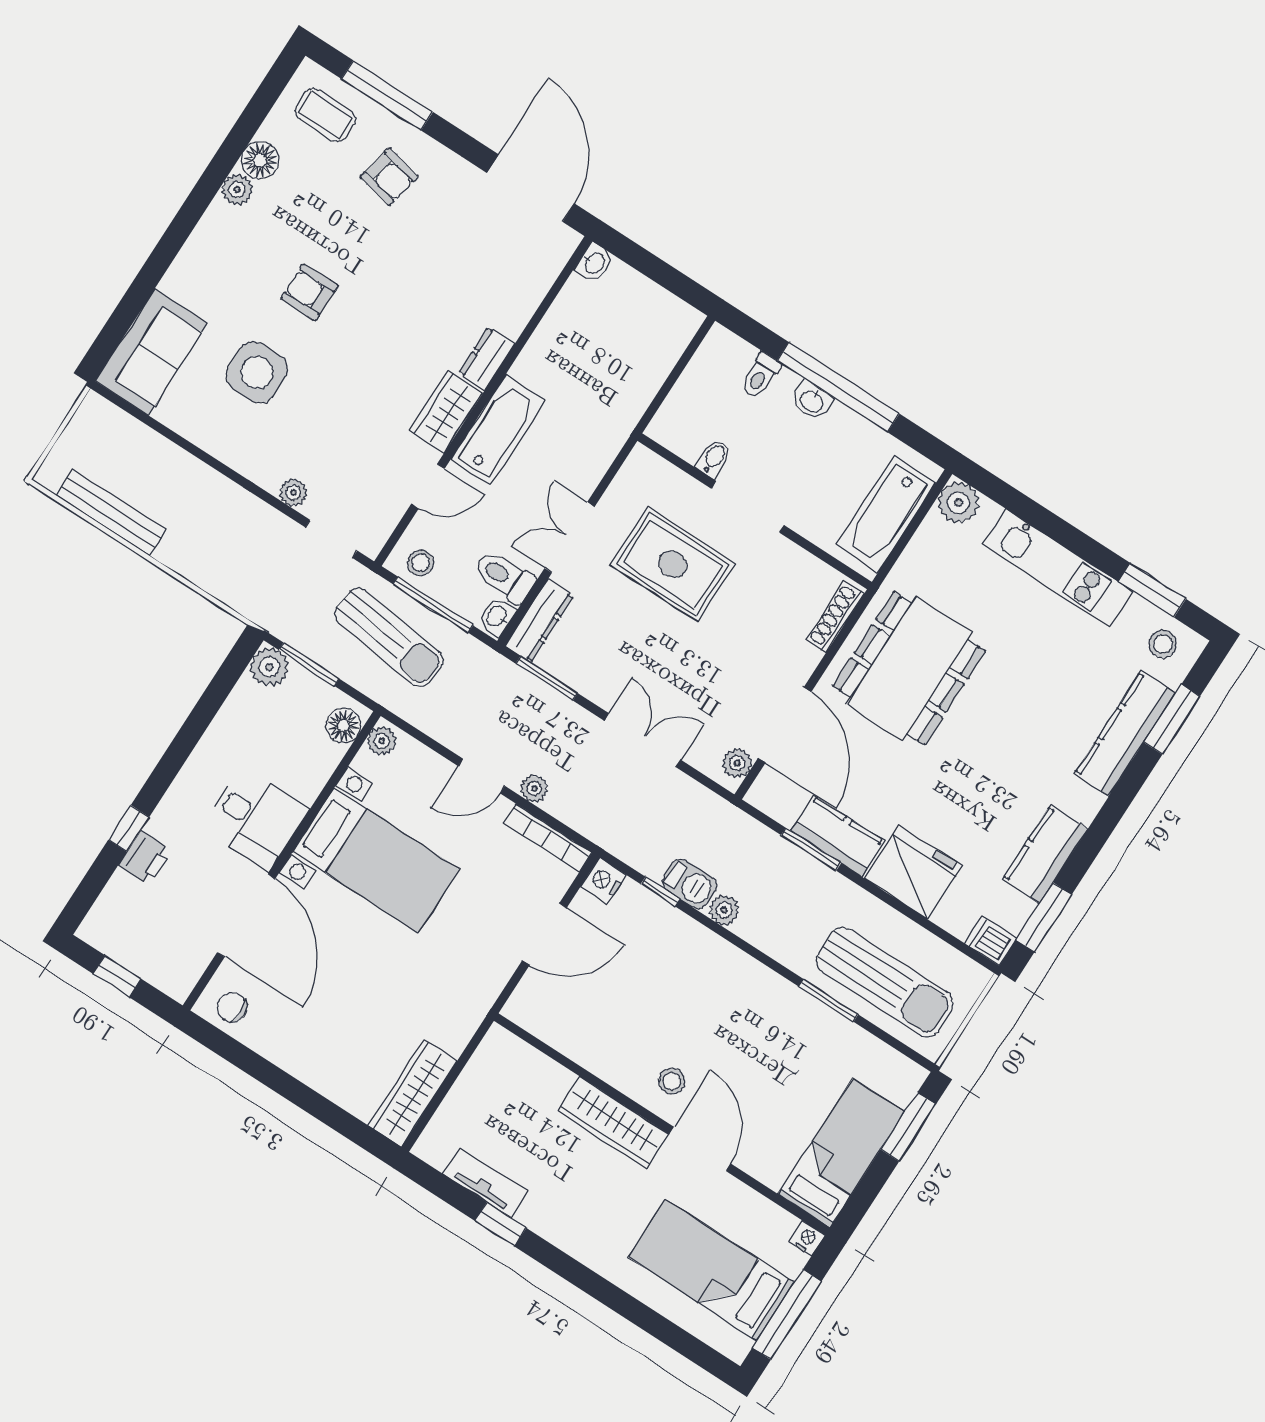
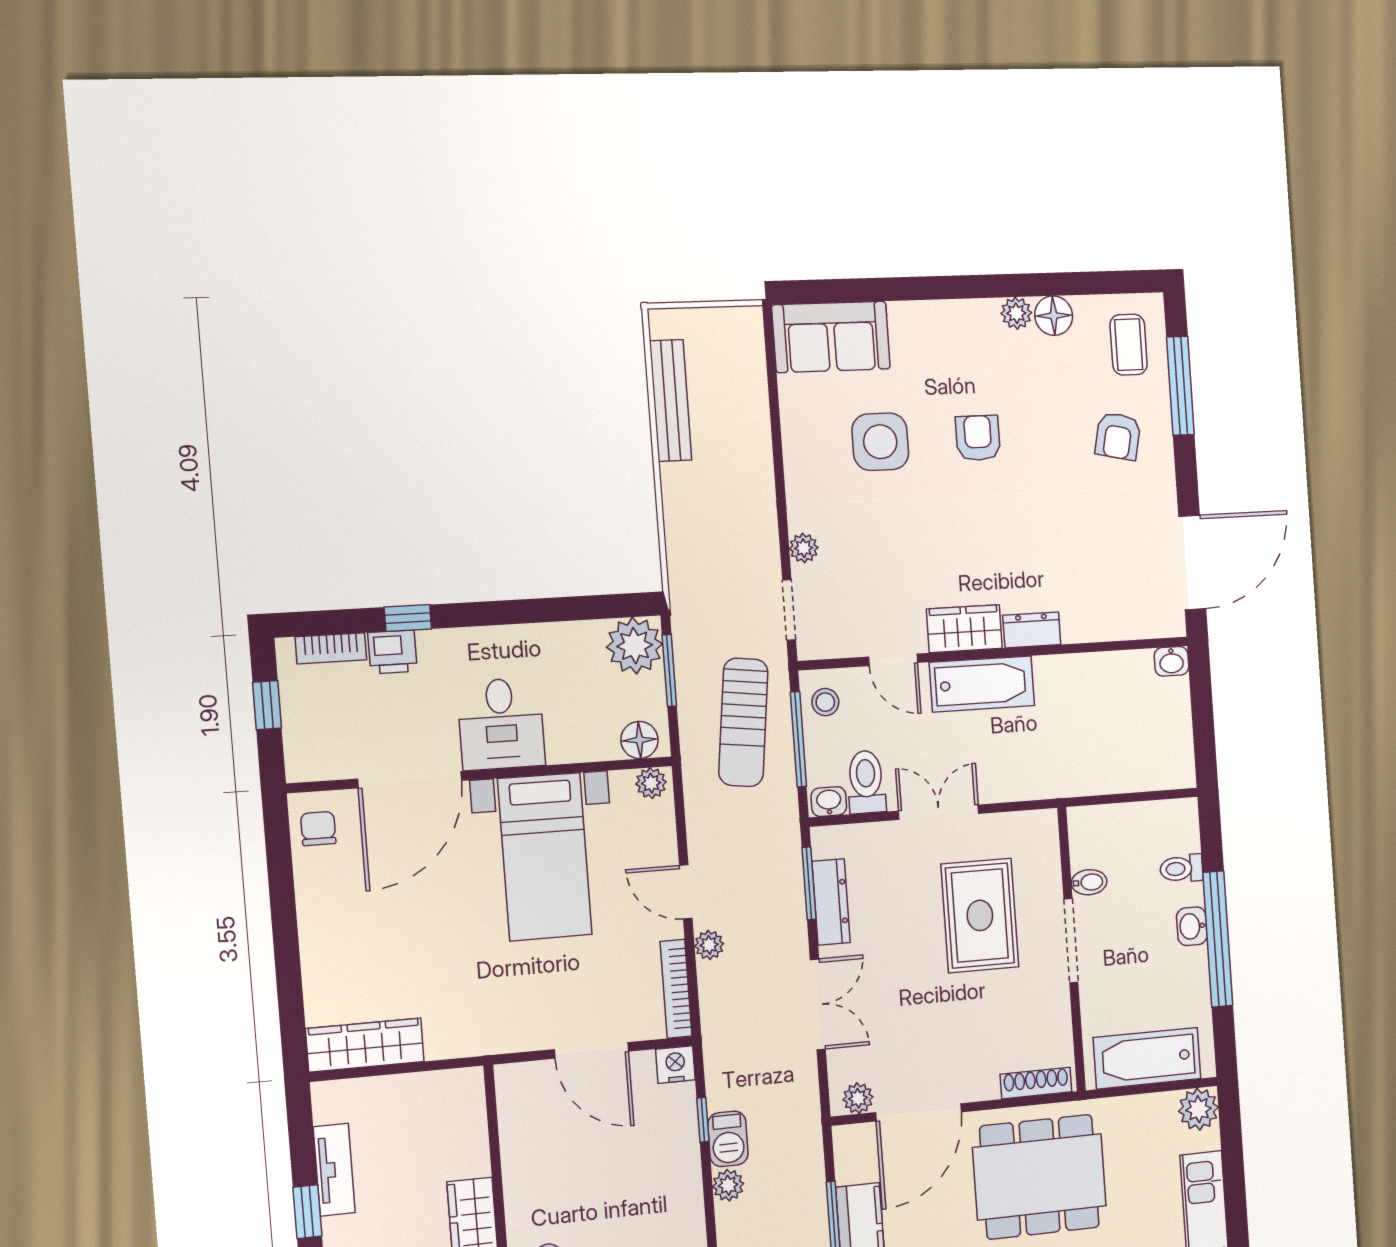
dresser: (539, 621) -> (831, 902), moved, turned -90
plant: (269, 667) -> (635, 646), width x1.36, depth x1.36
bookcase: (110, 900) -> (331, 648), added

